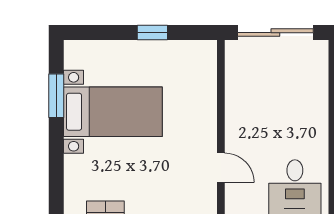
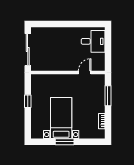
window: (56, 96) -> (65, 142), moved

